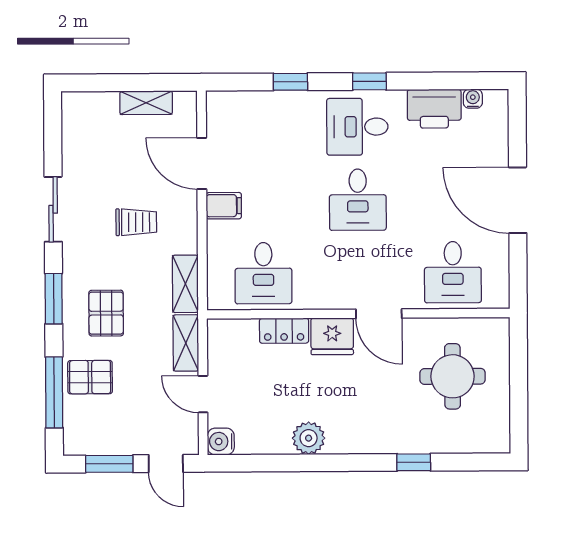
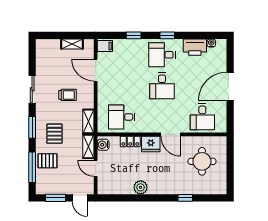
door: (518, 200) -> (230, 86), hinge flipped
filing cabinet: (224, 206) -> (105, 46), moved
desk: (263, 273) -> (122, 117), turned 90
water cooler: (221, 441) -> (103, 145), moved

